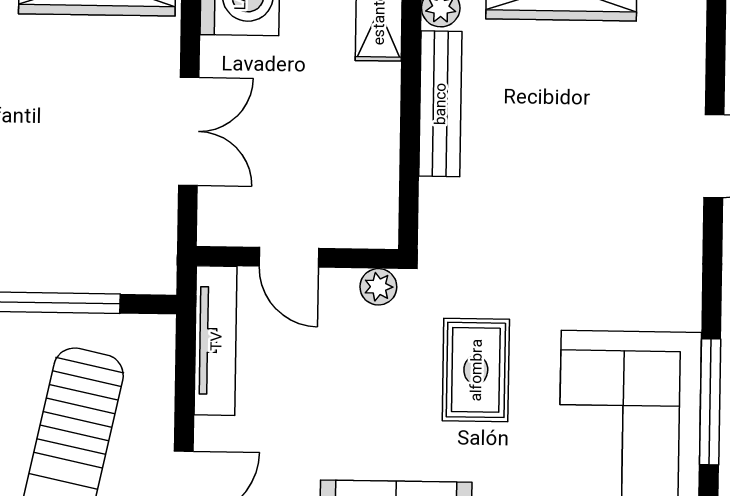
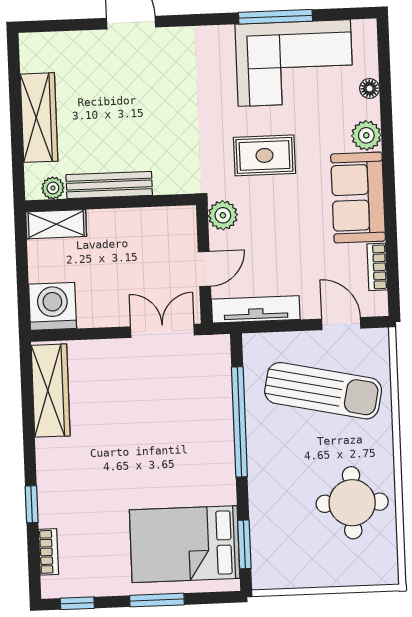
double door: (189, 131) -> (162, 331), moved
plant: (378, 287) -> (223, 215), width x1.38, depth x1.38

